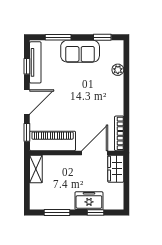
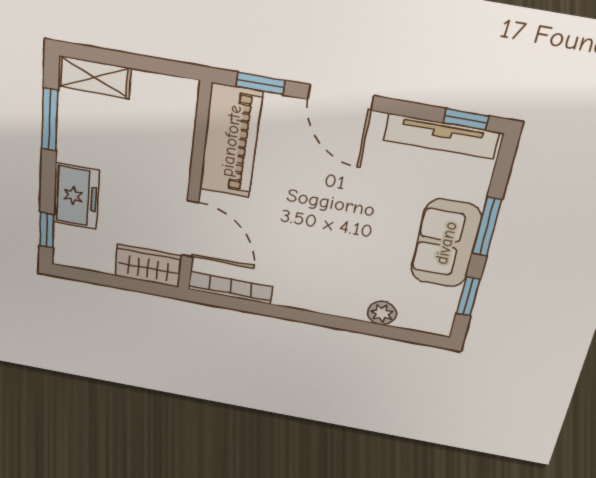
window: (58, 37) -> (487, 227), moved
window: (27, 66) -> (466, 119), moved
shelving: (36, 169) -> (94, 77), moved
window: (95, 213) -> (47, 230), moved

